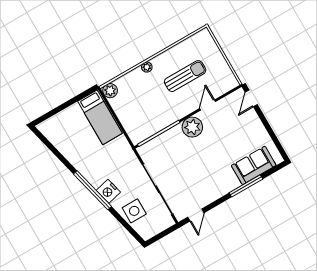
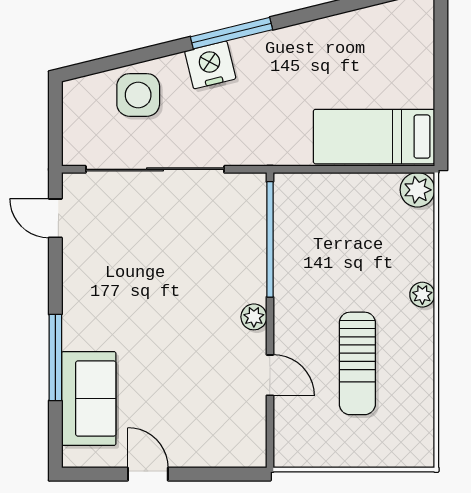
door: (251, 98) -> (148, 474), moved
plant: (192, 127) -> (254, 317), width x0.53, depth x0.53
window: (93, 190) -> (232, 33), width x0.68

